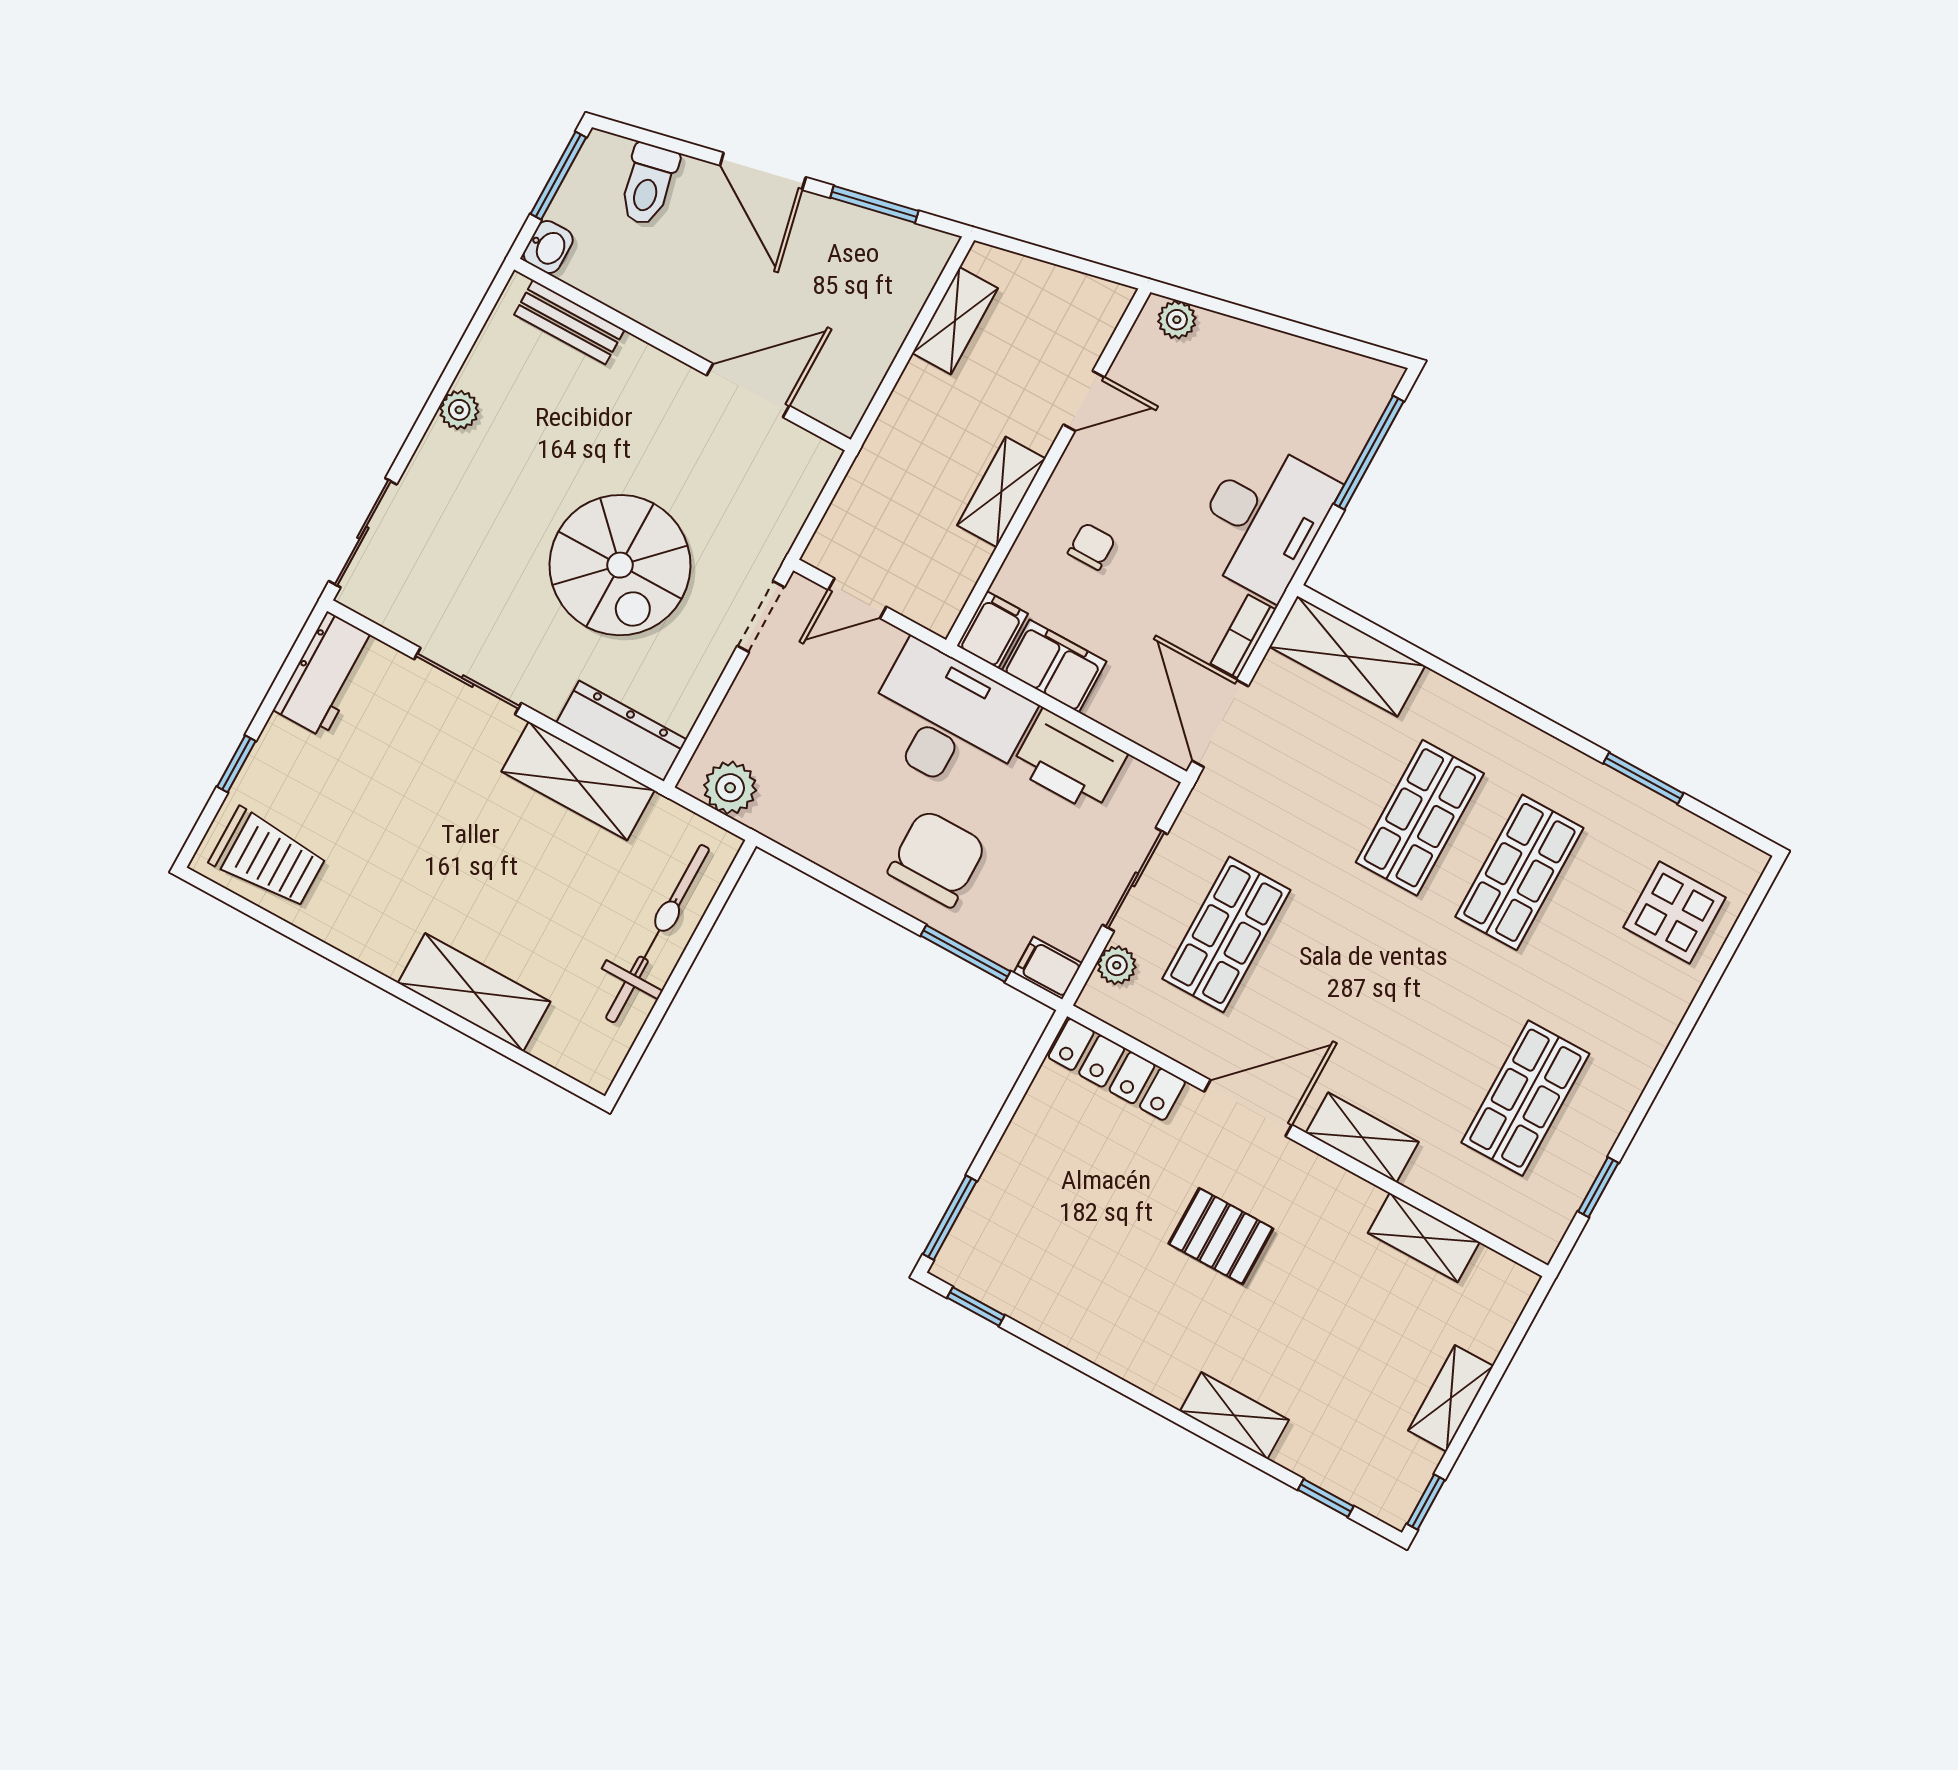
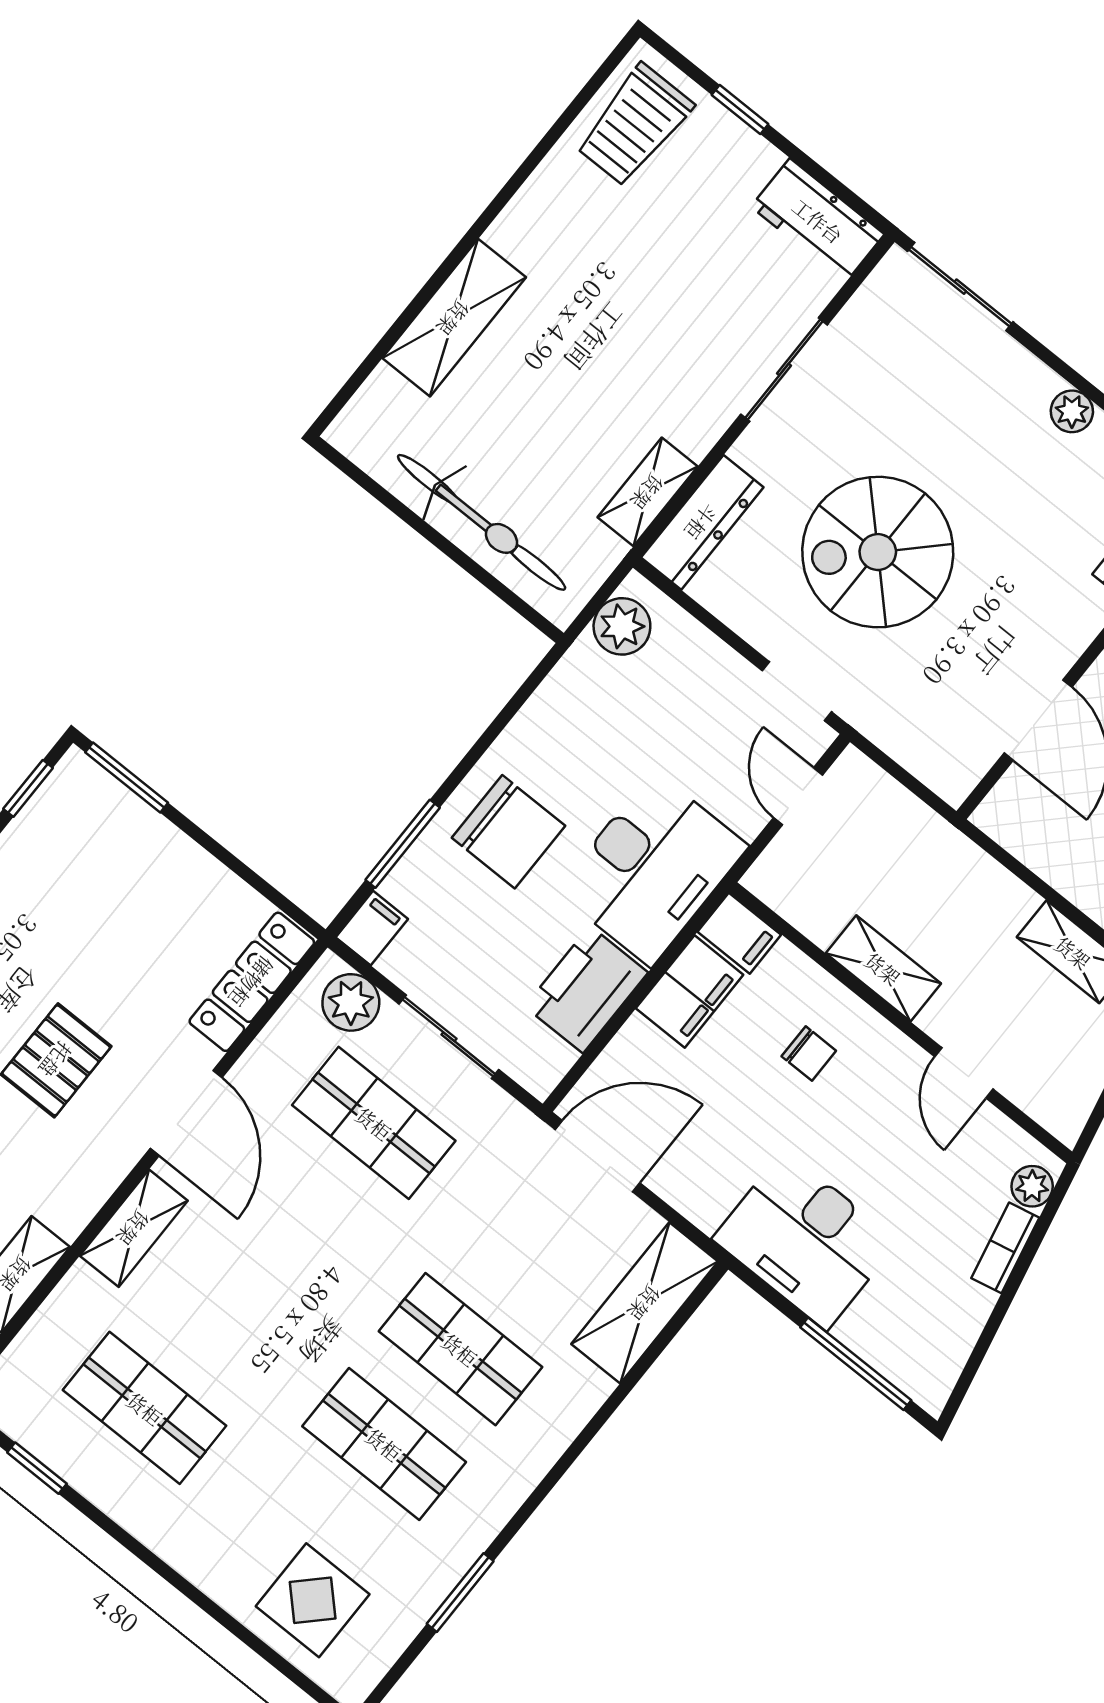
bookcase: (1243, 636) -> (1005, 1248), moved, turned -102
shelving: (578, 781) -> (648, 492), width x0.67, depth x0.75
plant: (1117, 965) -> (351, 1002), width x1.38, depth x1.38

